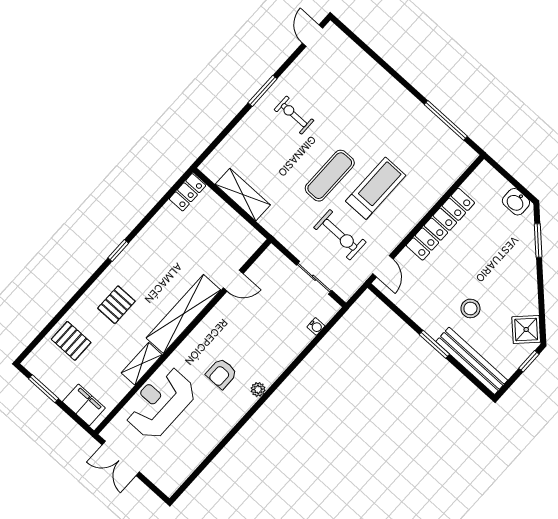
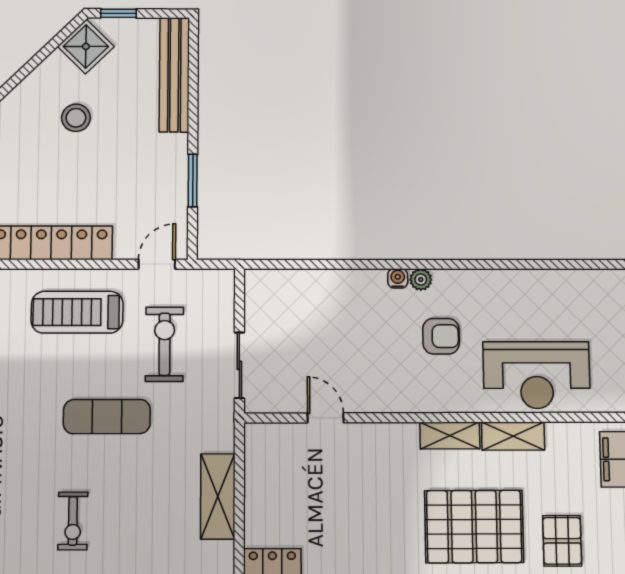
treadmill: (376, 188) -> (77, 312), moved
sliding door: (314, 278) -> (239, 365), moved
pallet: (116, 305) -> (474, 527), width x2.05, depth x2.00
stool: (470, 308) -> (76, 118), moved
shelving: (183, 314) -> (450, 435), width x0.45, depth x0.75
water cooler: (316, 326) -> (398, 278), moved
window: (434, 344) -> (193, 180), moved

